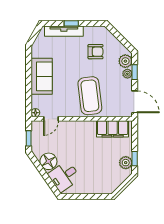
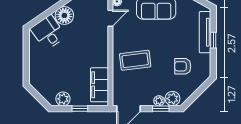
armchair: (96, 52) -> (183, 66), turned 90
coffee table: (90, 96) -> (135, 60), width x0.73, depth x0.76
door: (51, 119) -> (110, 18), swing flipped
window: (135, 159) -> (80, 109), moved

